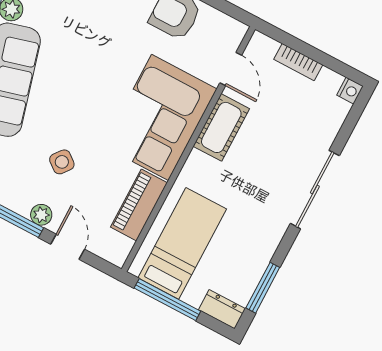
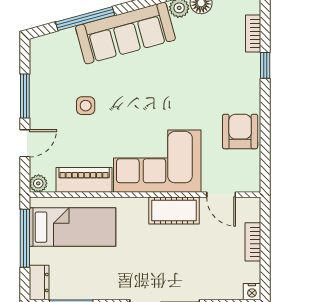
door: (231, 69) -> (221, 195), hinge flipped
side table: (62, 162) -> (86, 106), turned -38
plant: (41, 215) -> (38, 183), moved

